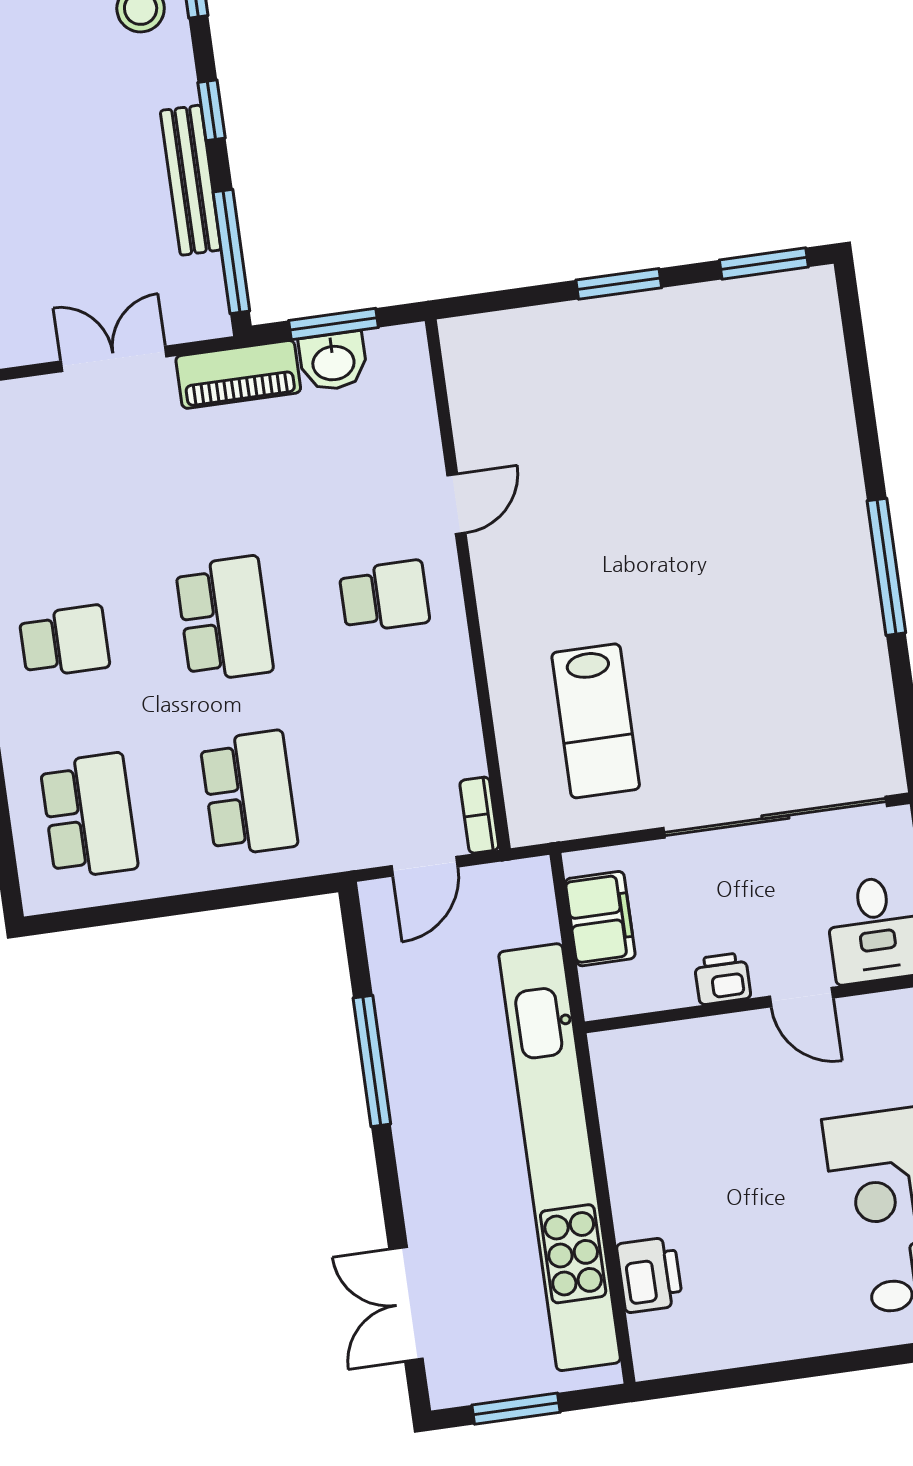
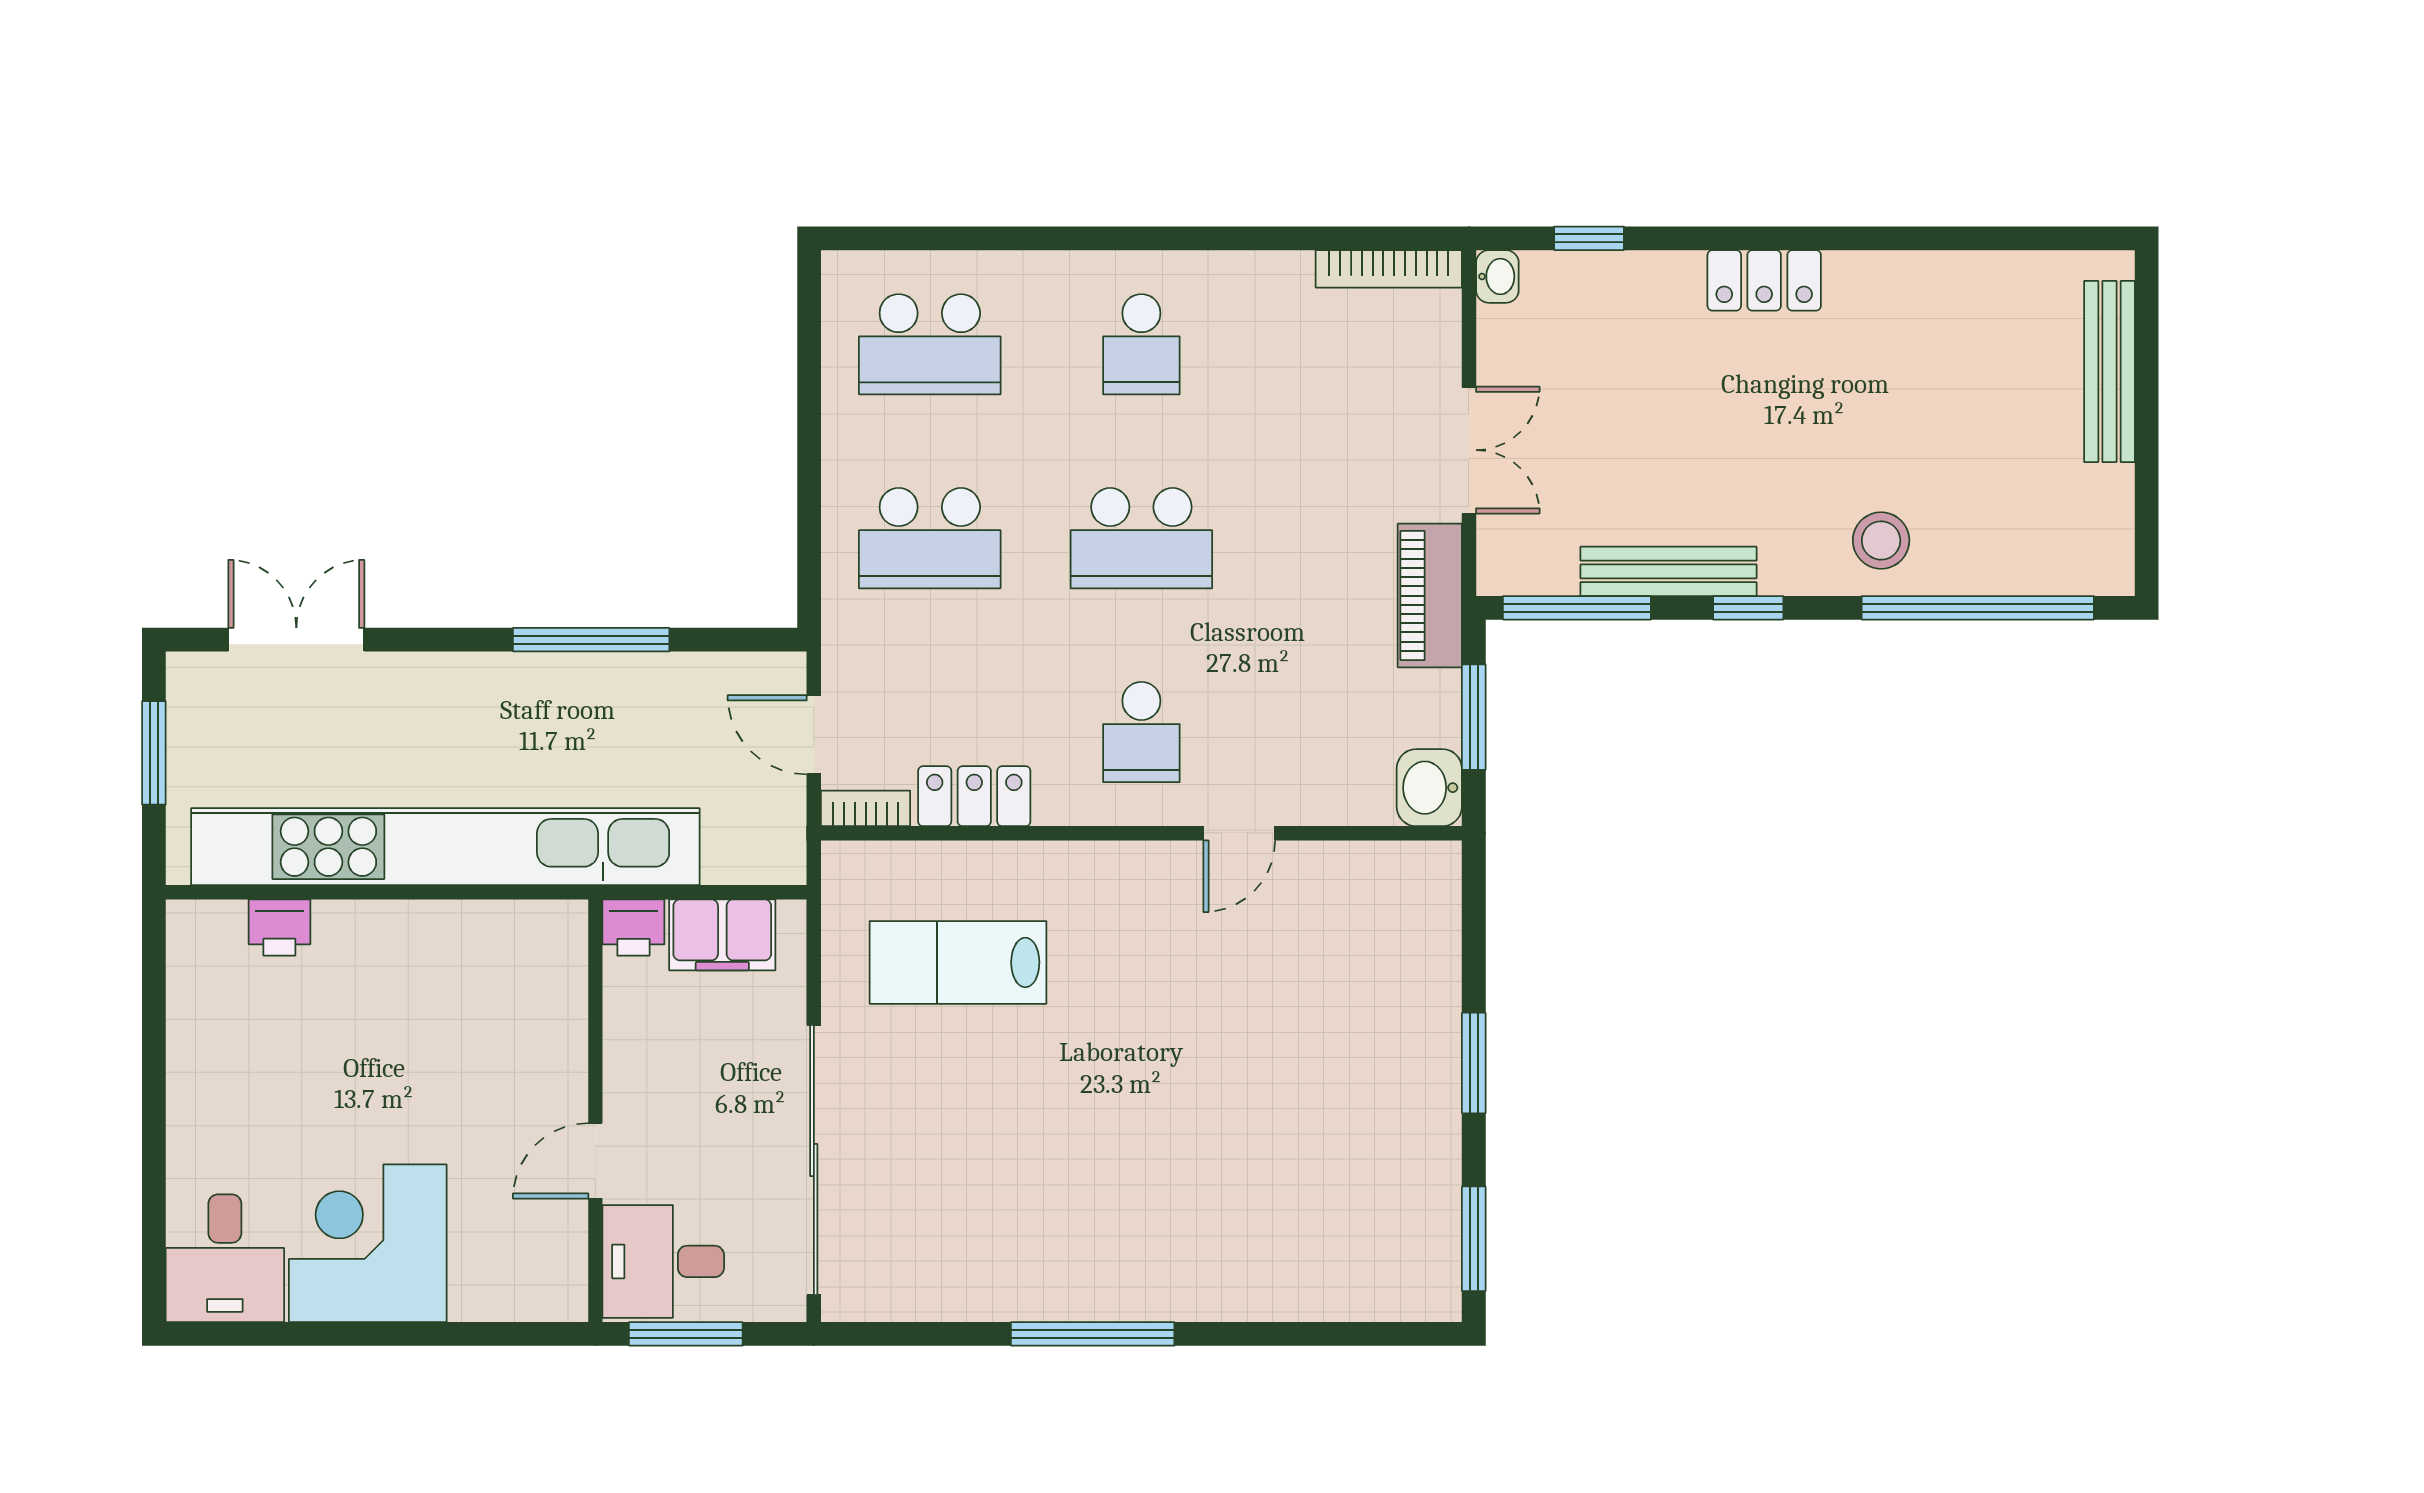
washbasin: (333, 361) -> (1429, 788), moved
door: (456, 504) -> (1239, 833), hinge flipped
locker: (457, 727) -> (974, 796), added
printer: (722, 979) -> (633, 928), moved, turned 90
printer: (650, 1275) -> (279, 927), width x0.73, depth x0.81

